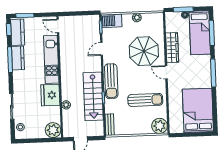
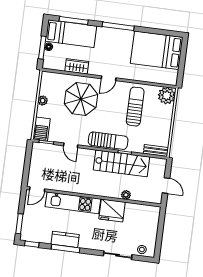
kitchen counter: (18, 32) -> (37, 235), removed
wardrobe: (172, 48) -> (77, 66), width x0.67
plant: (53, 130) -> (151, 214), removed

